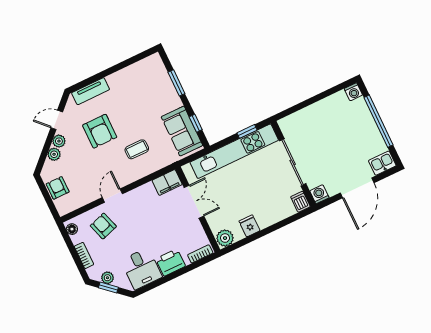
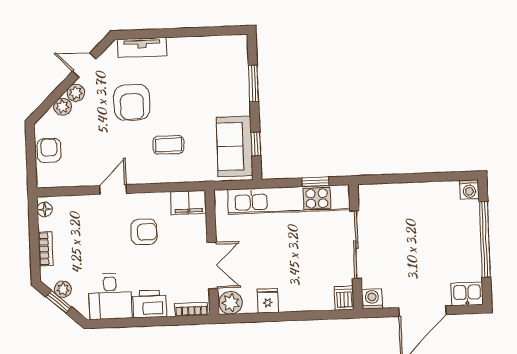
double door: (194, 202) -> (213, 265), moved
armchair: (103, 226) -> (144, 232), moved, turned 108

